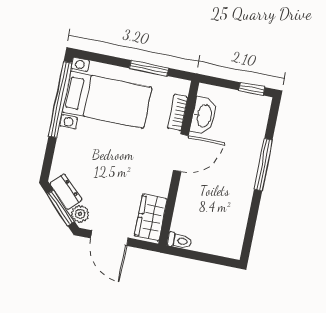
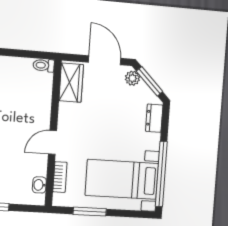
washbasin: (204, 116) -> (39, 185), width x0.52, depth x0.69
door: (181, 153) -> (52, 142), width x0.73
dresser: (66, 192) -> (154, 118), moved, turned 45

